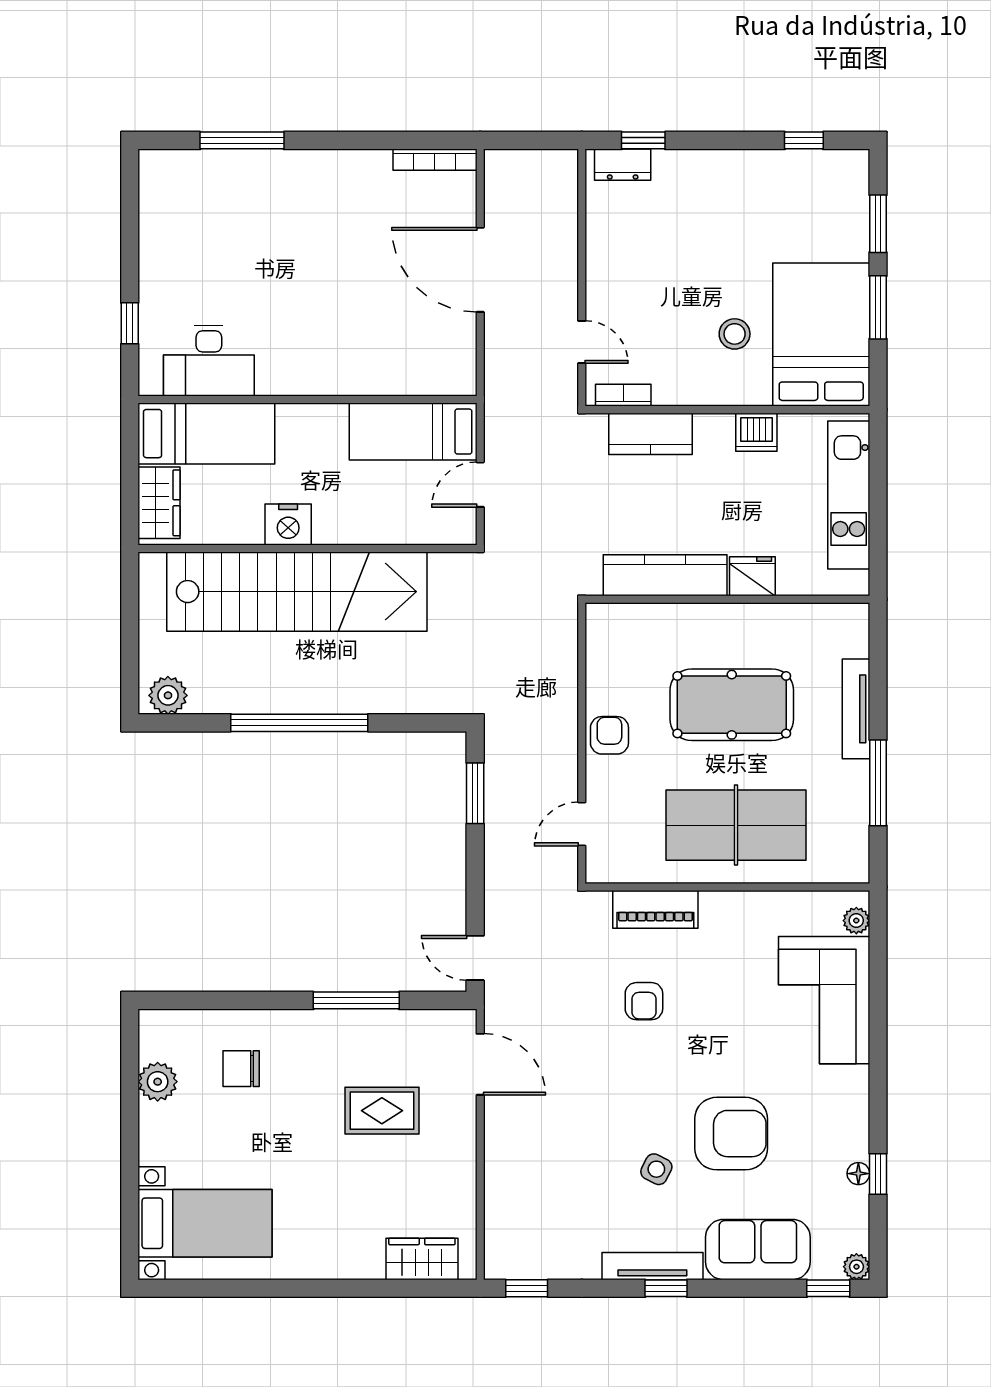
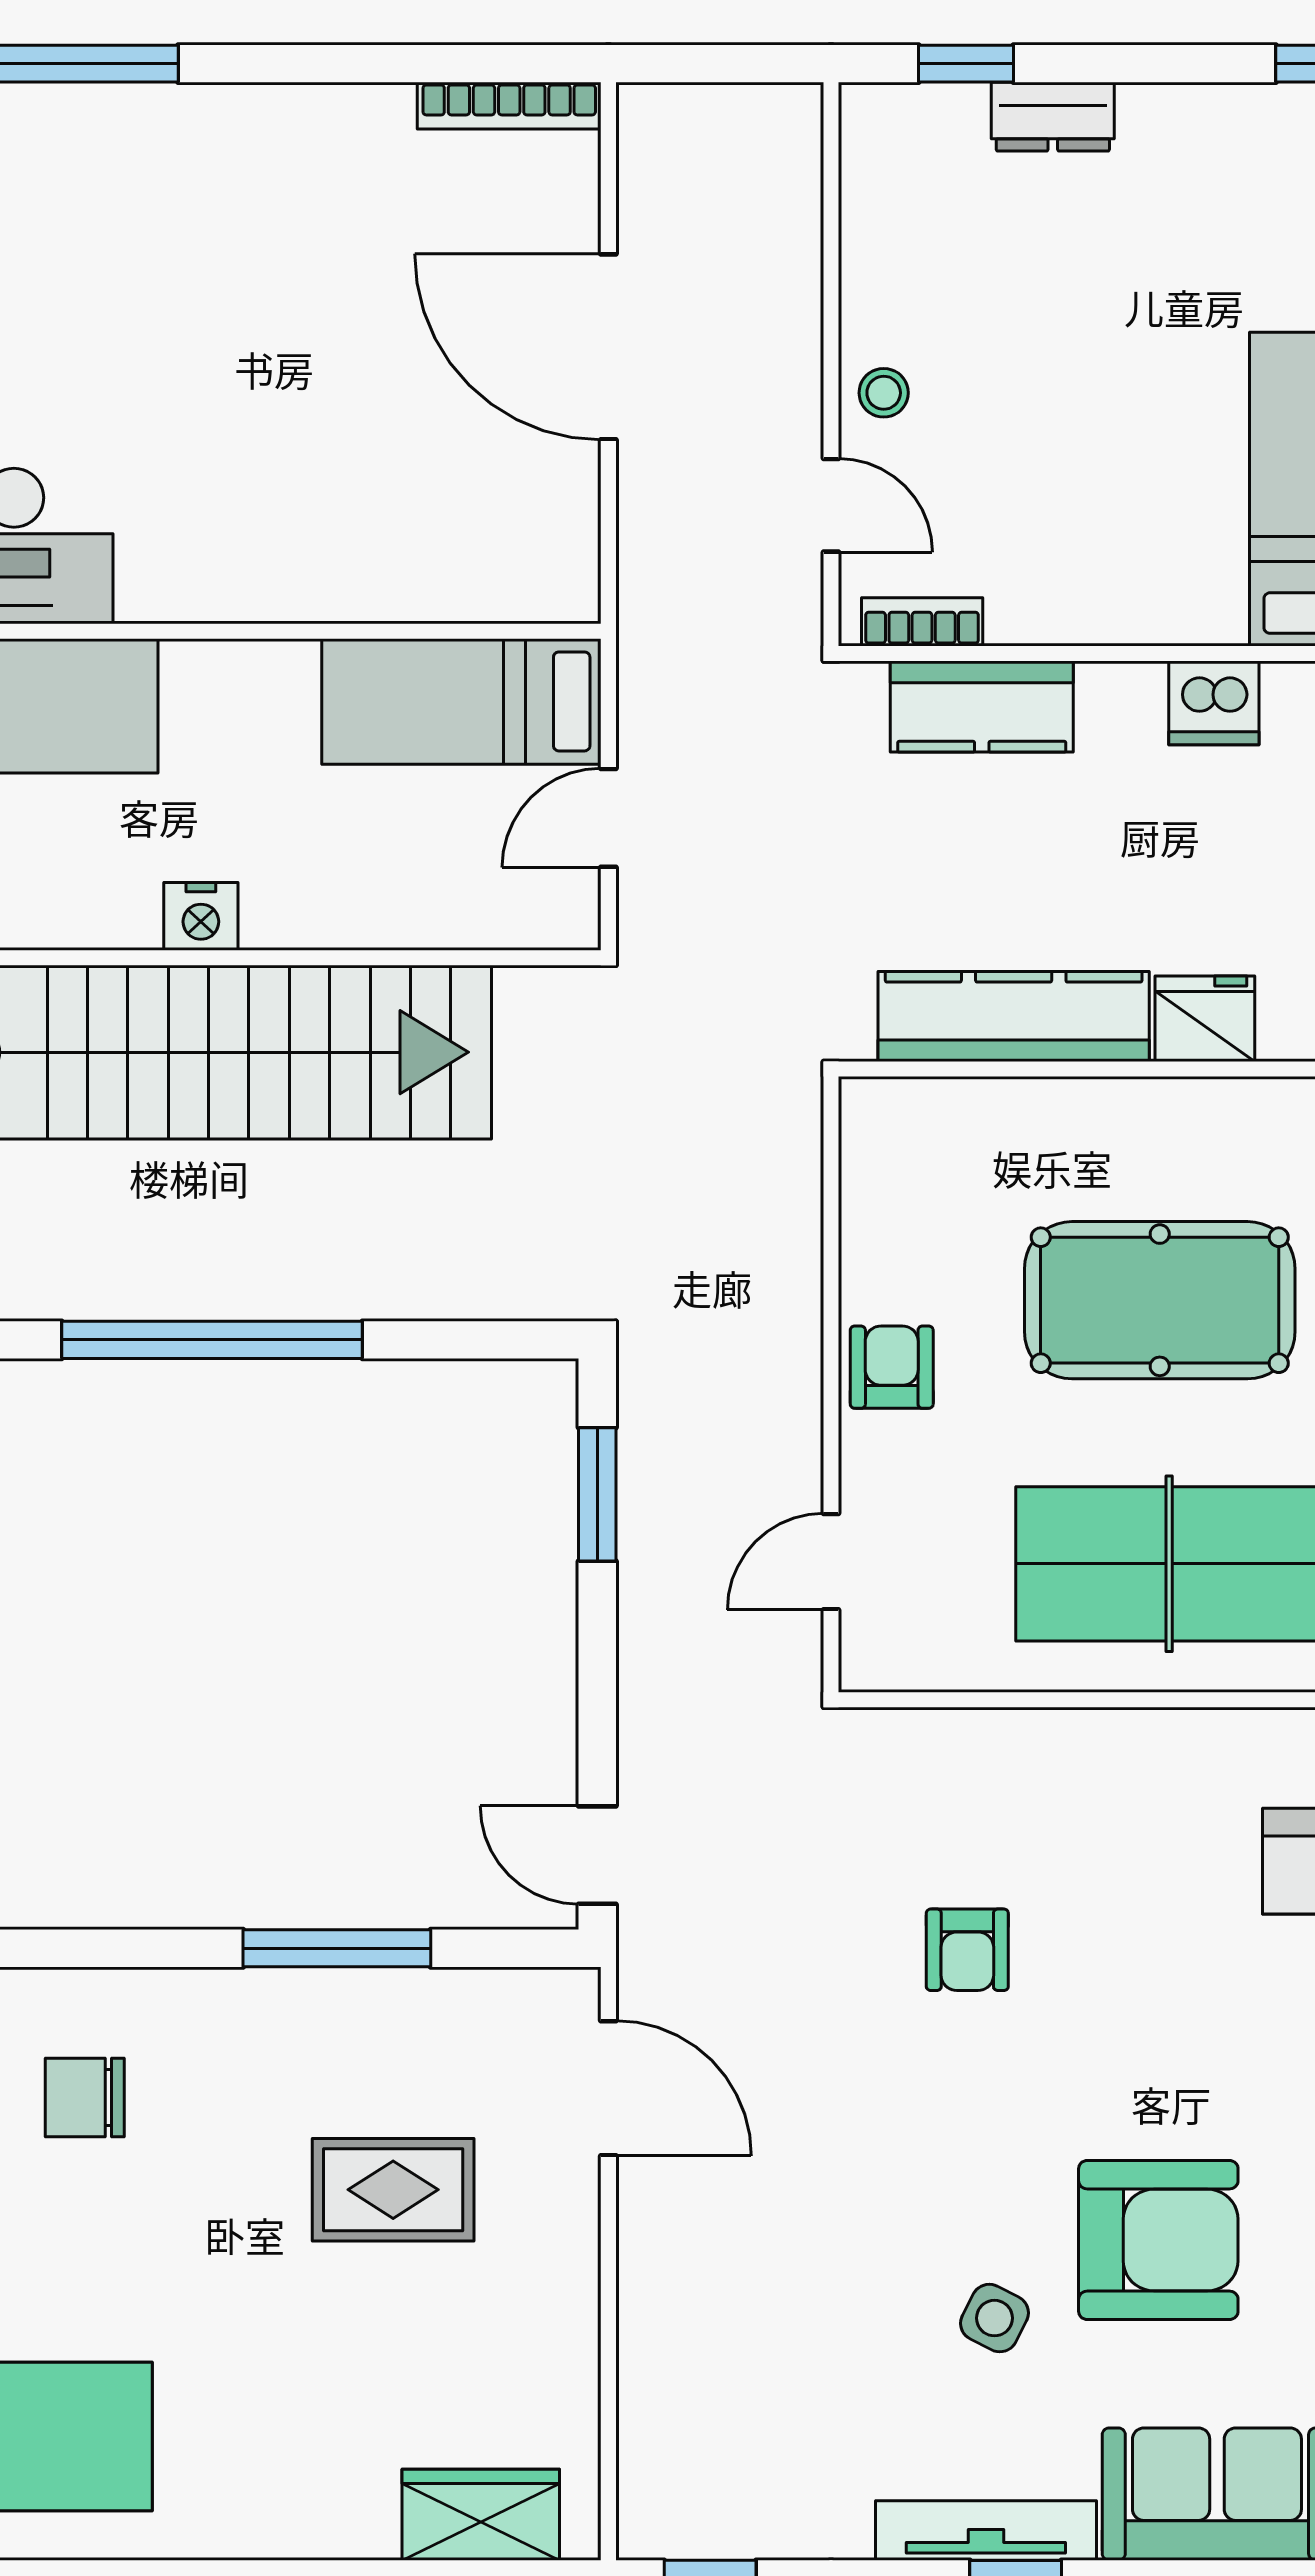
dresser: (623, 165) -> (1053, 117), moved
stool: (735, 334) -> (884, 393), moved, width x0.73, depth x0.73
nightstand: (288, 524) -> (201, 916), width x0.74, depth x0.75
piano: (655, 909) -> (993, 1749), removed

